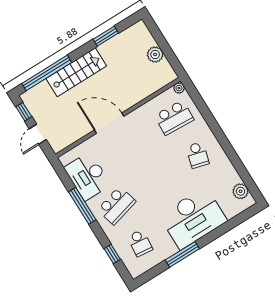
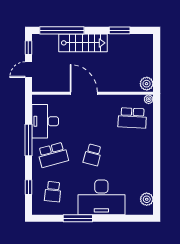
plant: (155, 55) -> (147, 84), moved
school desk: (198, 155) -> (93, 155), moved

